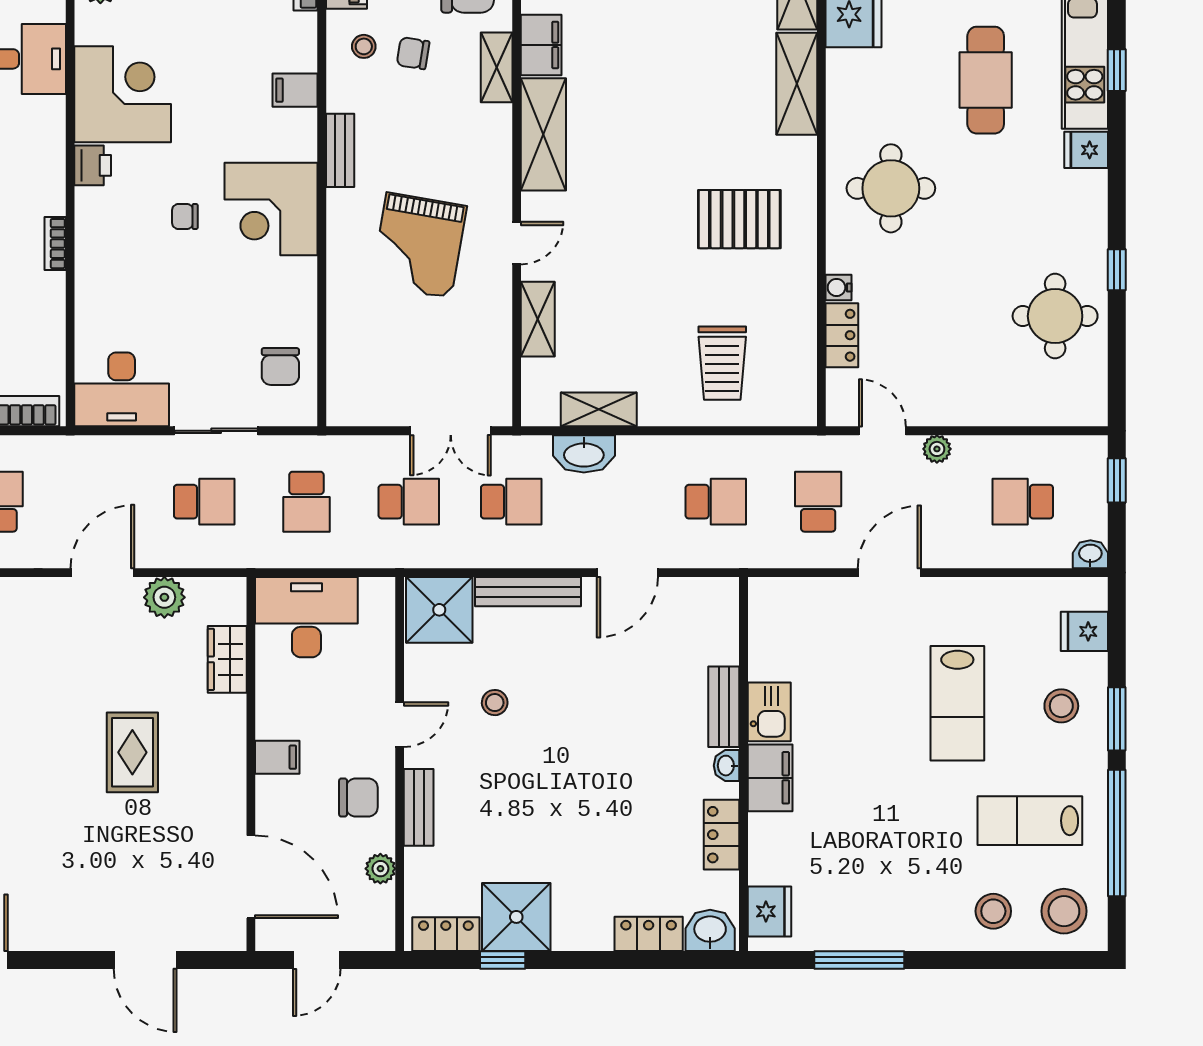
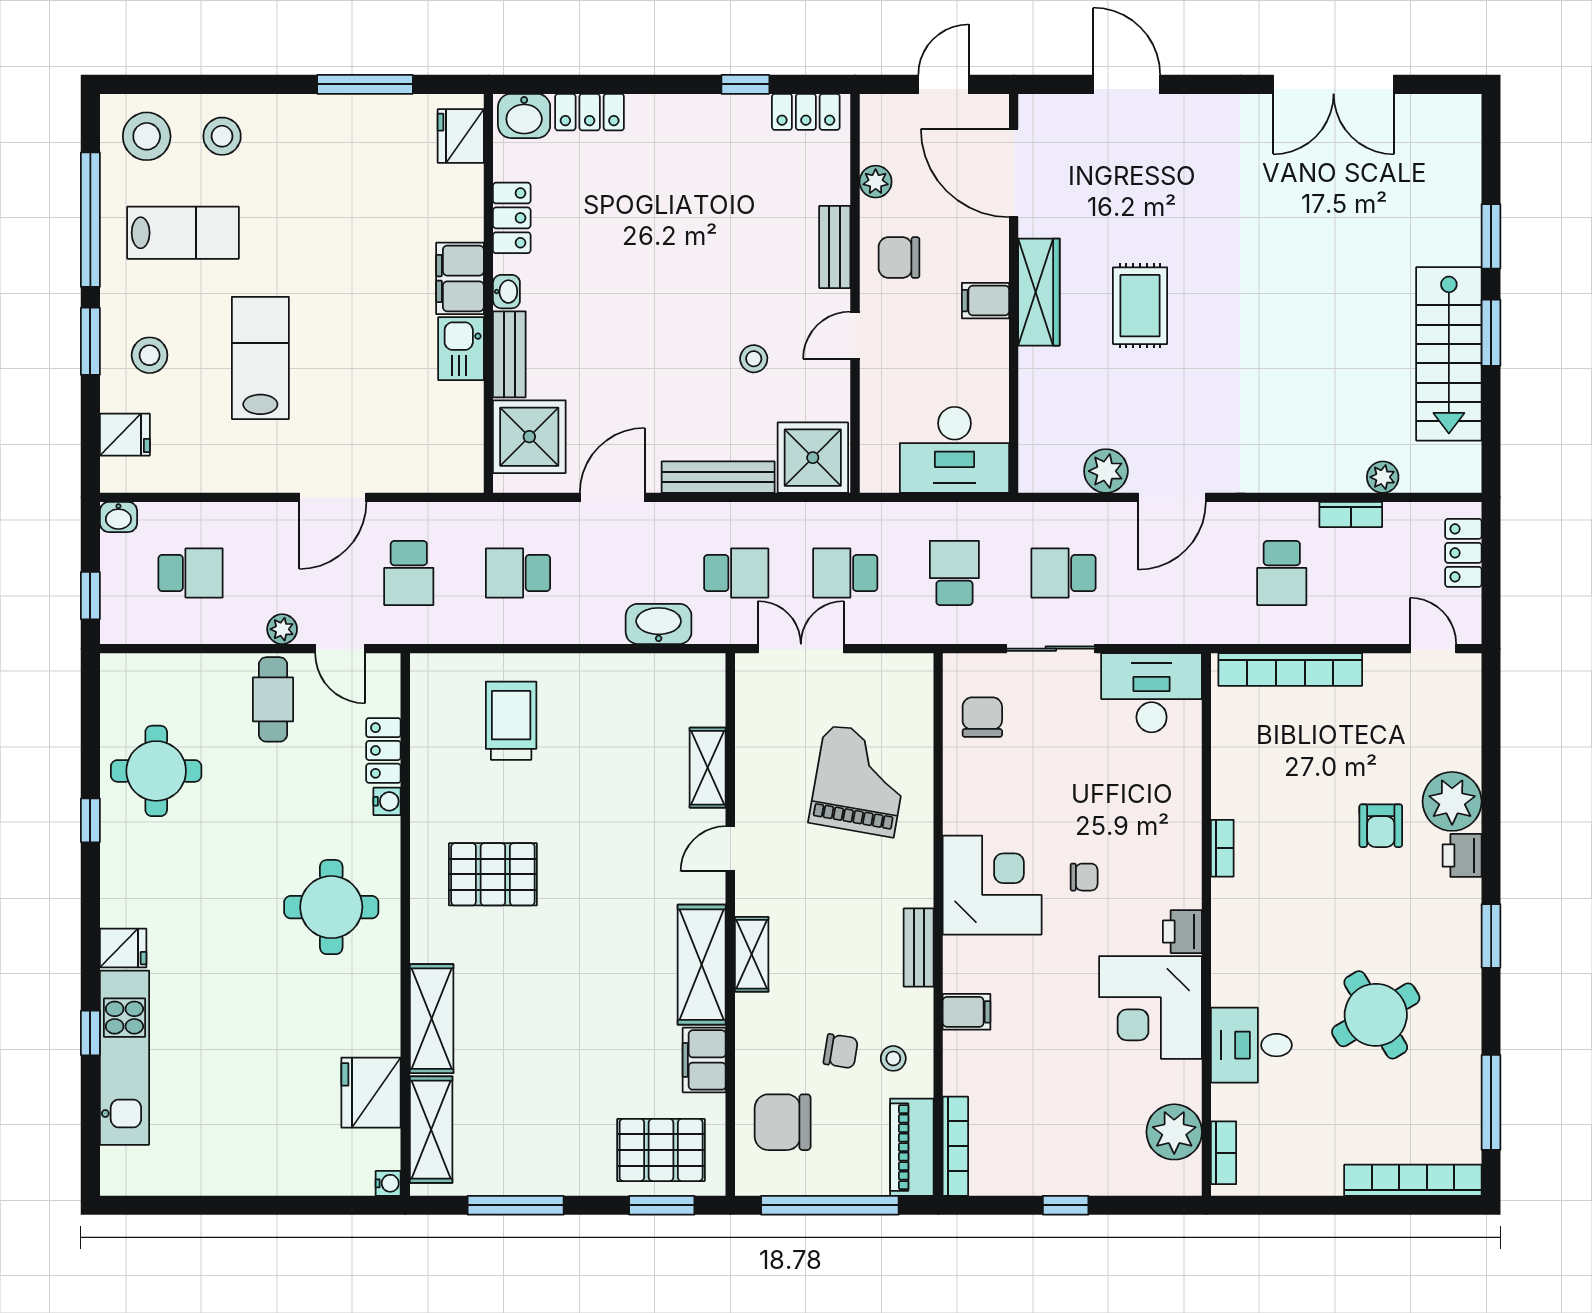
shelving: (497, 67) -> (752, 954), moved
cafe table: (986, 80) -> (273, 699), moved, width x0.73, depth x0.74
grand piano: (419, 245) -> (859, 781), moved
shelving: (599, 409) -> (643, 671), removed
school desk: (511, 502) -> (736, 573), turned 180
wardrobe: (227, 659) -> (1039, 292), moved, width x1.50
shower: (516, 917) -> (529, 437), moved

